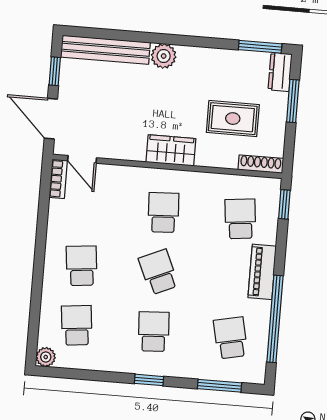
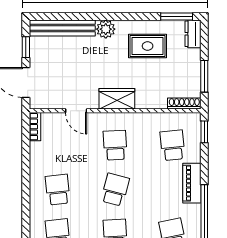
window: (293, 101) -> (204, 76), moved
rug: (233, 119) -> (148, 46), moved
door: (82, 159) -> (76, 111), moved
school desk: (159, 272) -> (115, 190), turned 39

